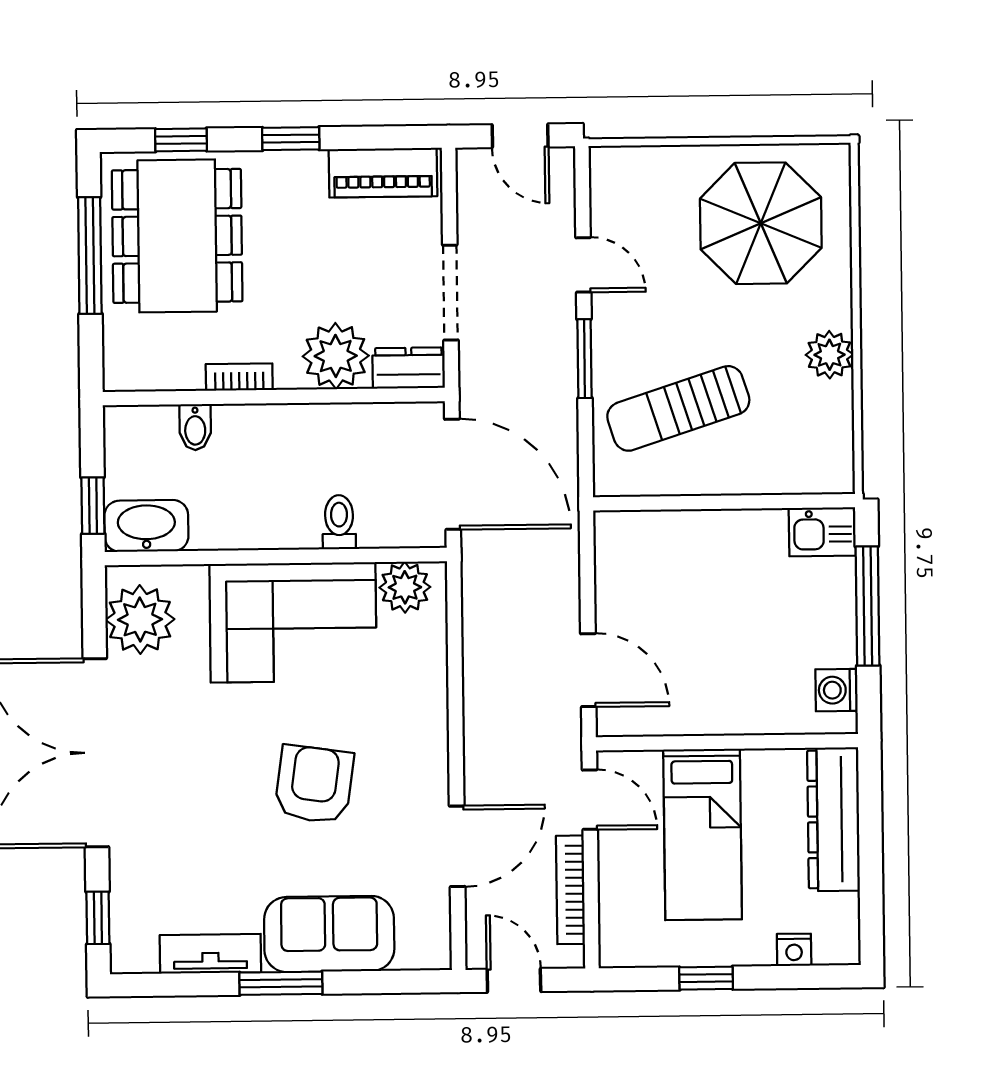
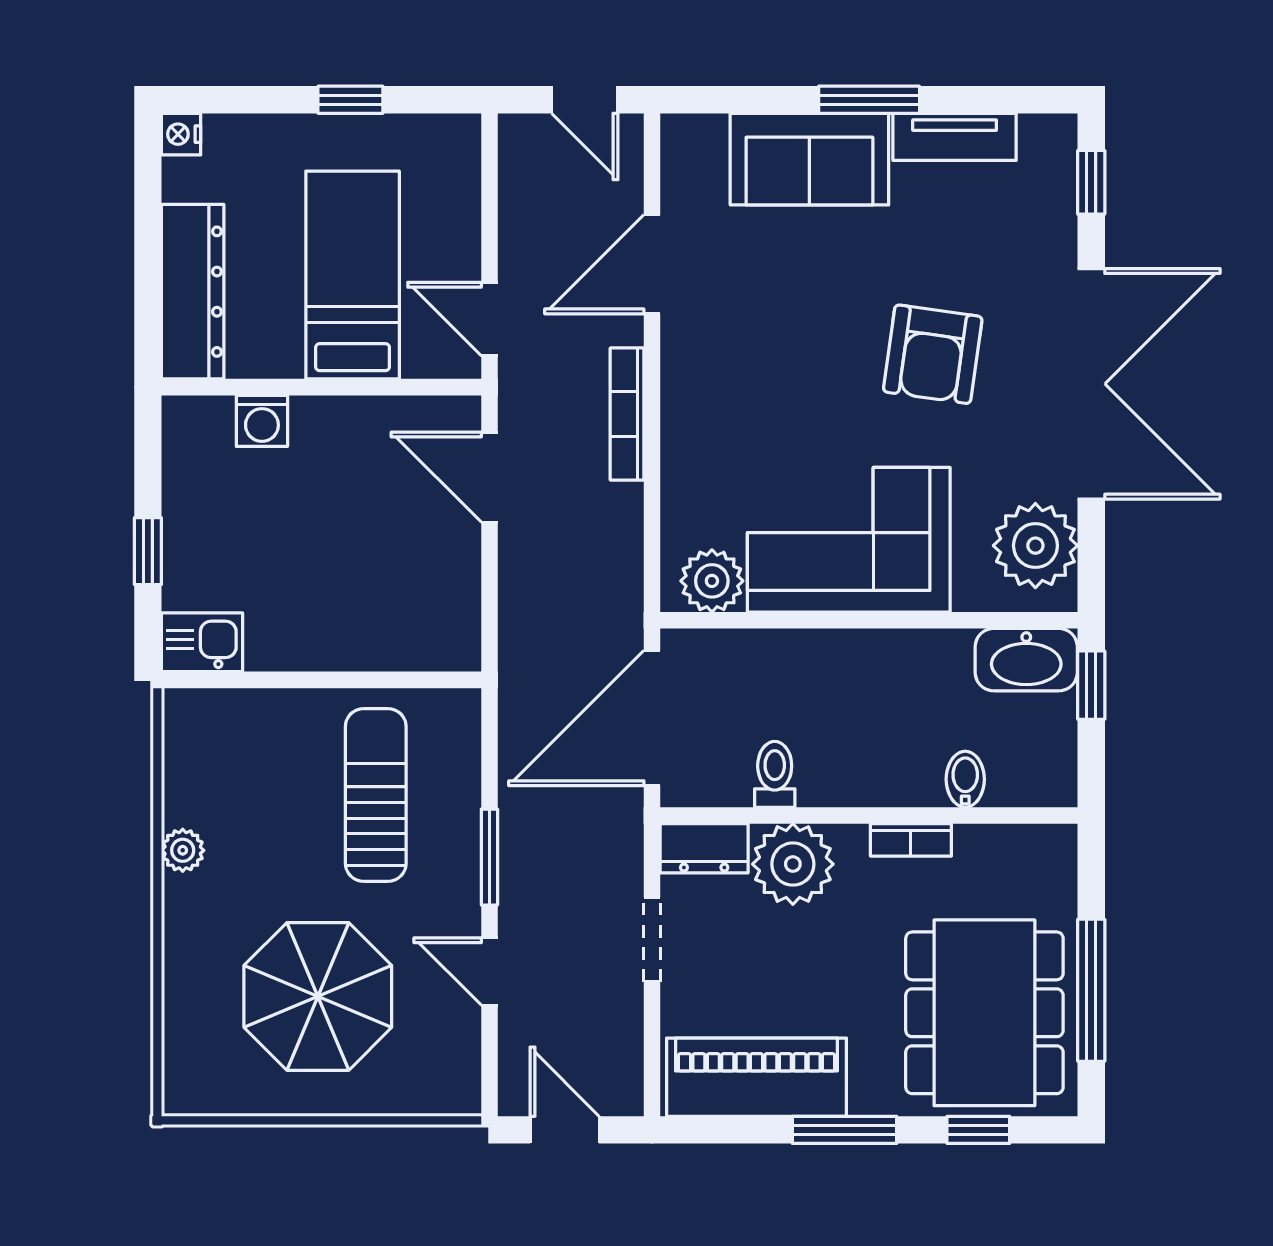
window: (291, 139) -> (845, 1130), width x1.50
piano: (383, 173) -> (757, 1077), width x1.37, depth x1.33
parasol: (761, 223) -> (318, 996), moved
doorway: (450, 293) -> (652, 940), width x0.73
plant: (829, 355) -> (183, 850), width x0.73, depth x0.73
sun lounger: (678, 408) -> (376, 795), turned -72
door: (453, 474) -> (652, 718), hinge flipped
toilet: (339, 522) -> (775, 774), moved, turned 180
window: (868, 606) -> (148, 551), width x0.46
washing machine: (837, 690) -> (262, 421), moved, turned 90
armchair: (314, 784) -> (933, 354), moved
bookcase: (570, 890) -> (627, 414), moved, turned 180
nightstand: (794, 950) -> (181, 134), moved, turned -90

